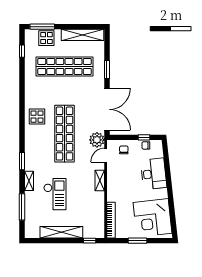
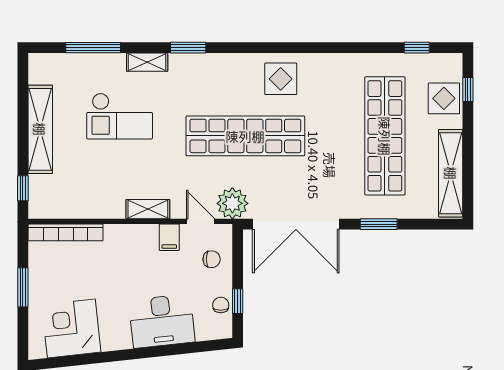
window: (42, 27) -> (468, 90), width x0.46
filing cabinet: (113, 170) -> (169, 237), added
corner desk: (153, 218) -> (71, 328), width x0.74, depth x0.74

